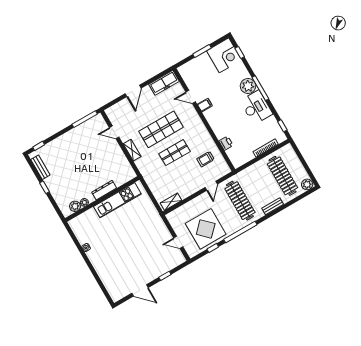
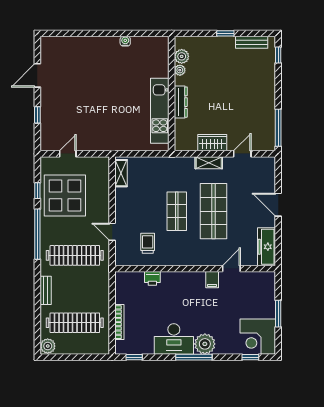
wardrobe: (118, 155) -> (212, 143), added

